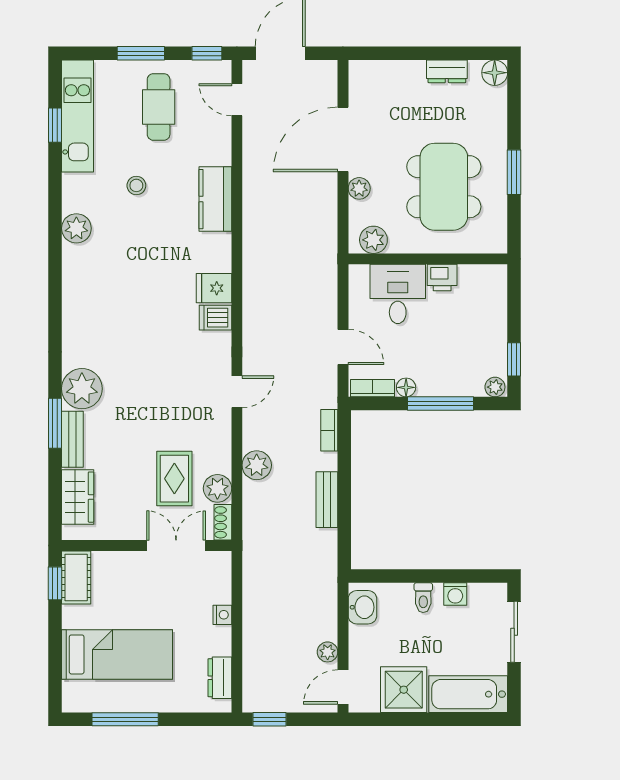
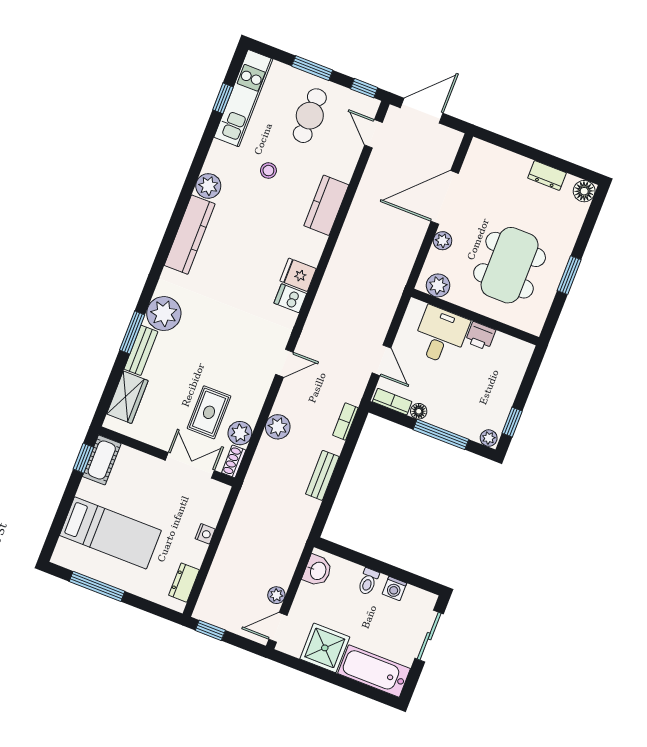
kitchen counter: (77, 290) -> (190, 235), added

